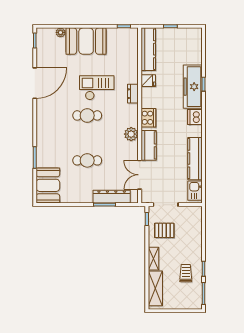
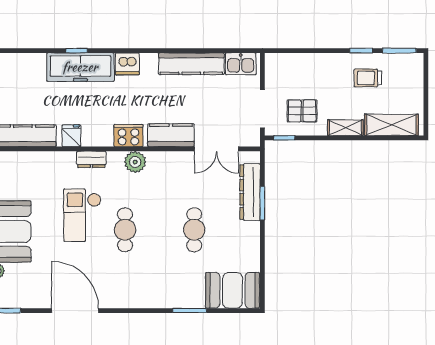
plant: (131, 134) -> (135, 162), moved
pallet: (164, 230) -> (302, 111), turned 90

